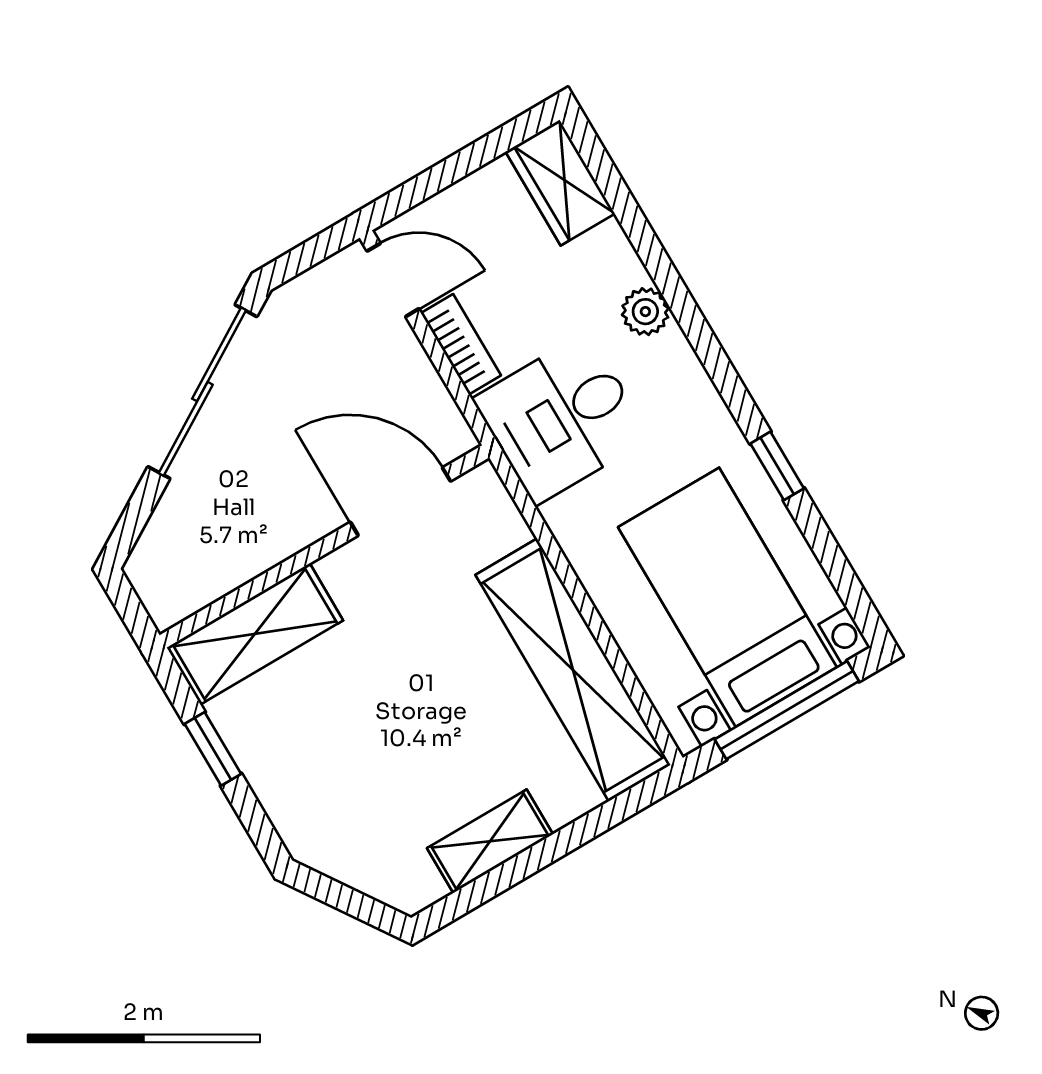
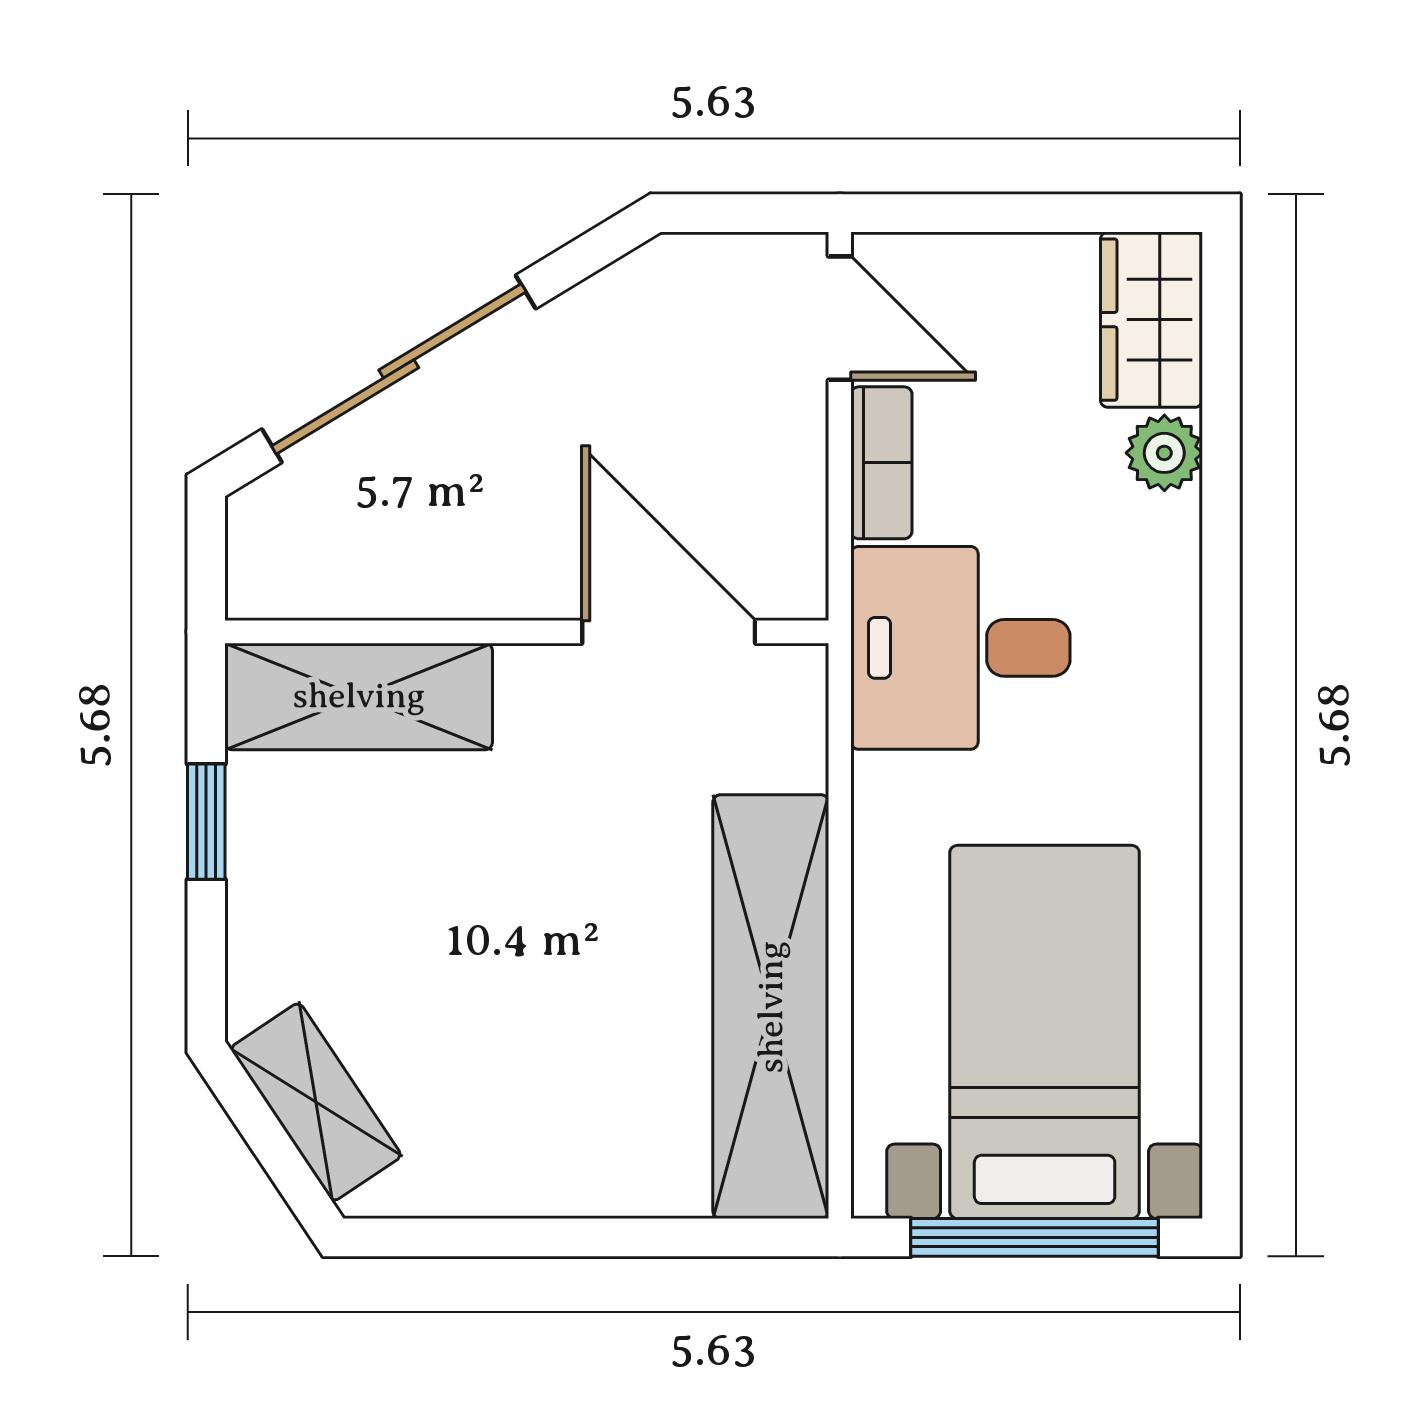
plant: (645, 312) -> (1164, 453), moved
sliding door: (202, 392) -> (399, 369), moved
window: (777, 466) -> (1221, 890), removed
shelving: (490, 841) -> (316, 1102), moved, turned 56

